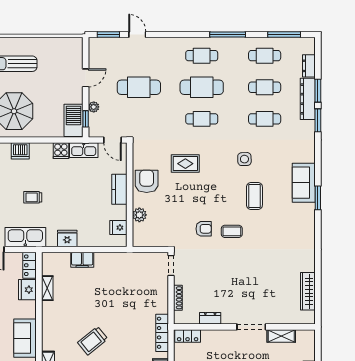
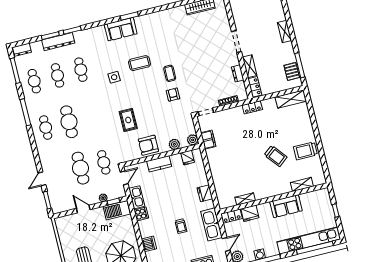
dresser: (309, 66) -> (22, 50), moved
cafe table: (202, 119) -> (104, 162), moved
plant: (139, 240) -> (193, 140), added
filing cabinet: (82, 260) -> (208, 140), moved
locker: (162, 333) -> (252, 107), width x0.66
shelving: (281, 336) -> (250, 66), moved

